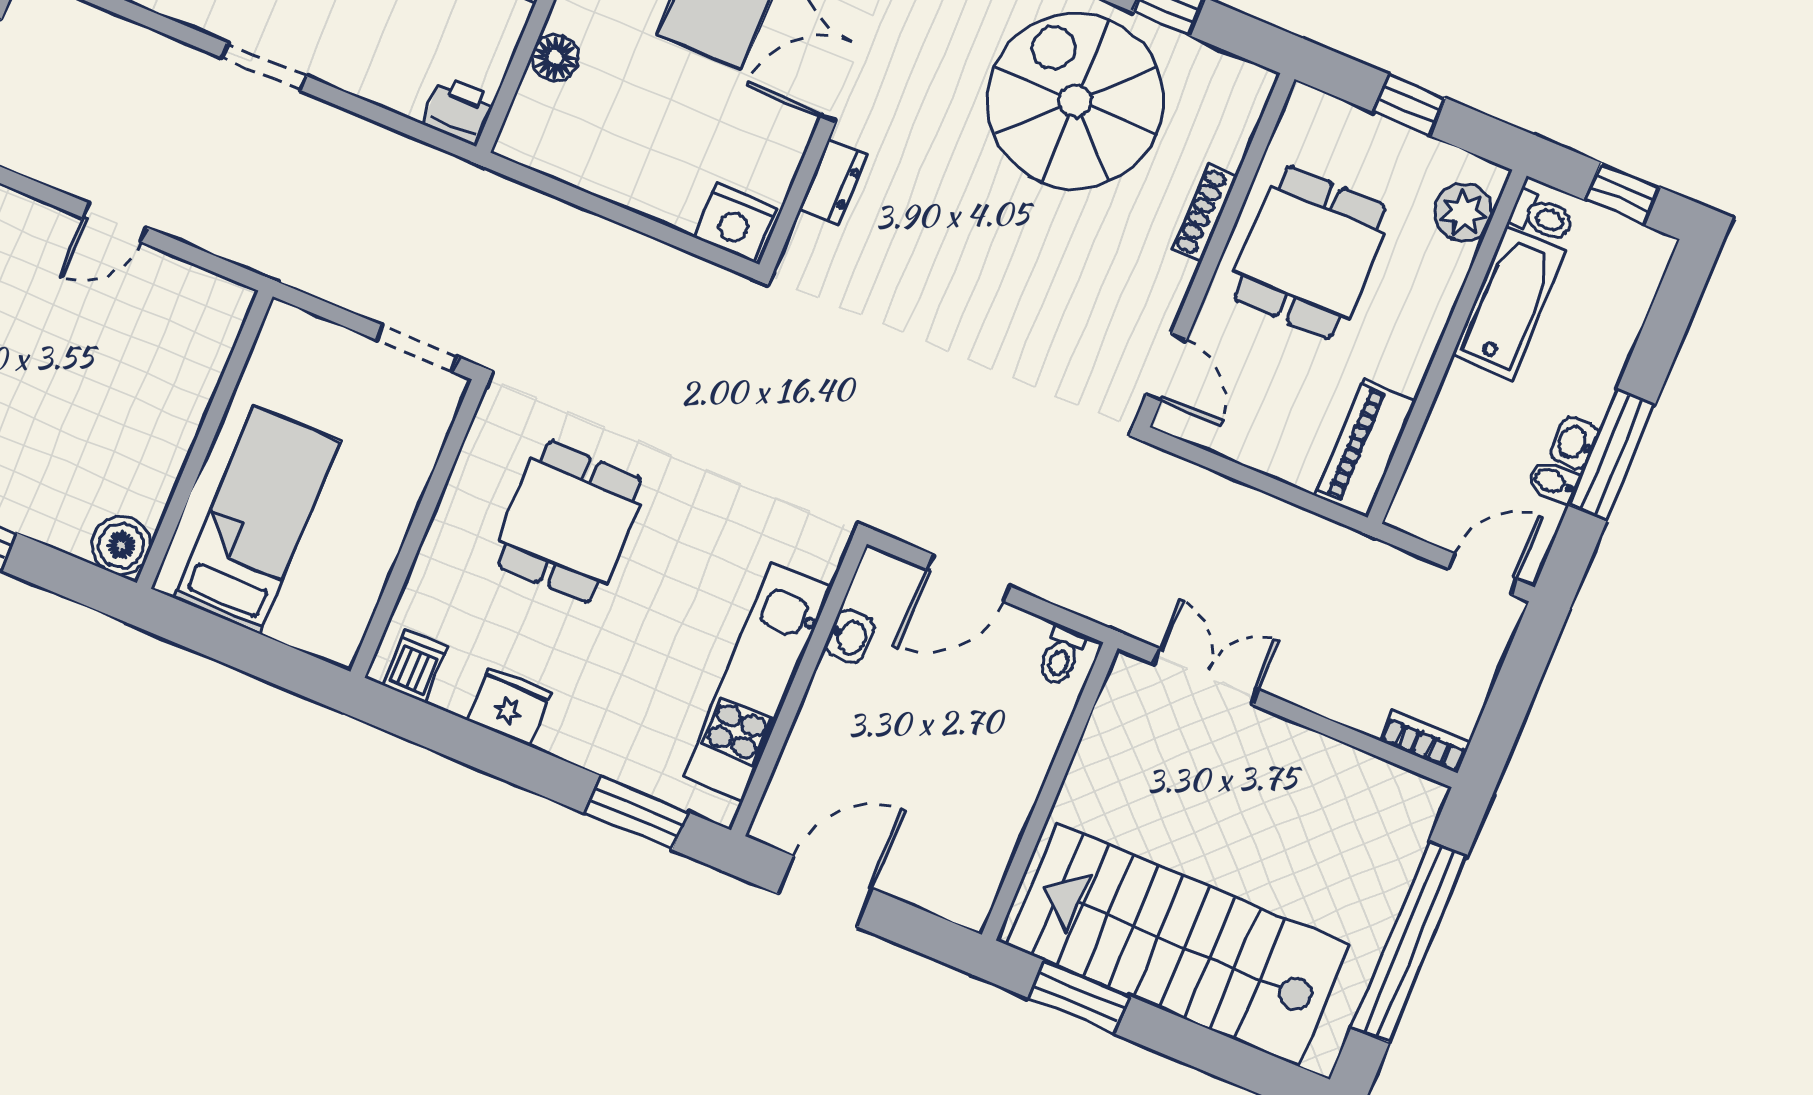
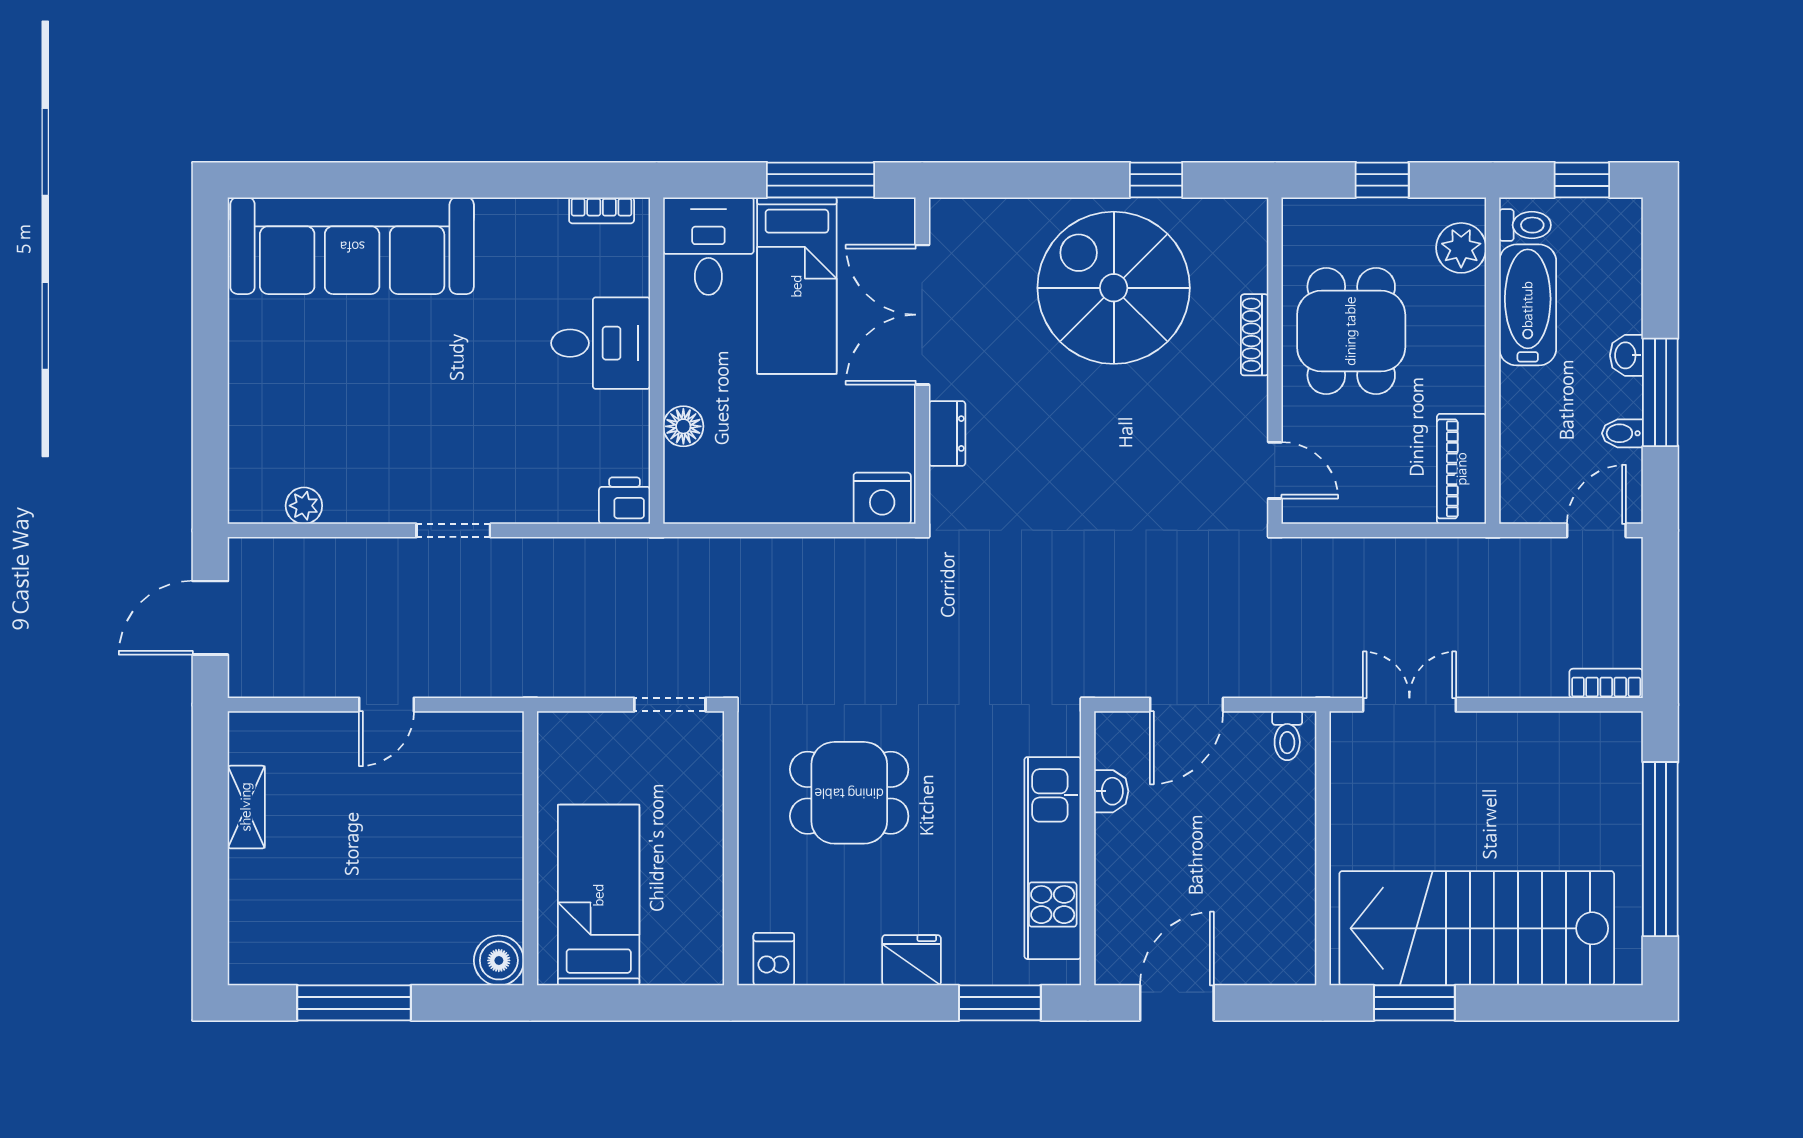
washbasin: (1574, 443) -> (1626, 355), moved
dining table: (569, 522) -> (849, 793), turned 90
fridge: (509, 706) -> (912, 960), moved

